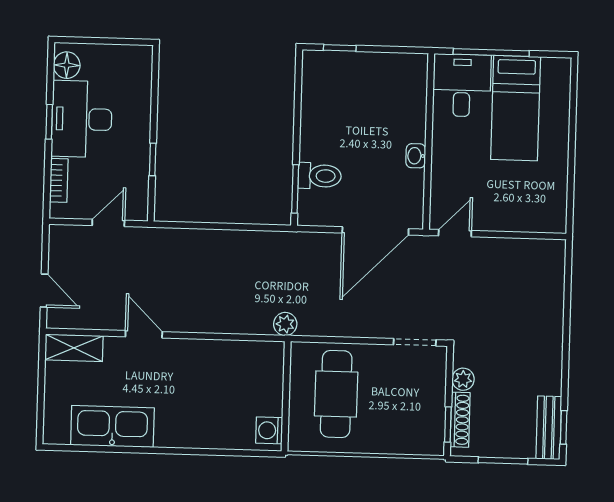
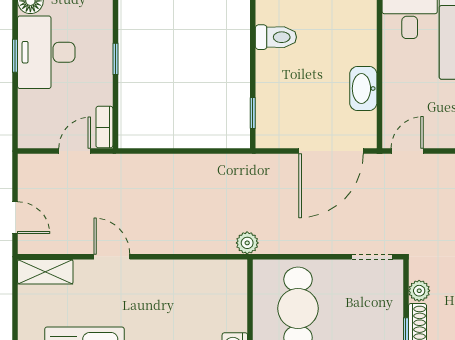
washbasin: (416, 156) -> (363, 88), width x1.91, depth x1.45
window: (153, 159) -> (115, 59), moved
toilet: (320, 176) -> (276, 37), moved
bookcase: (59, 180) -> (104, 127), moved, turned 180
window: (295, 189) -> (253, 113), width x0.67

